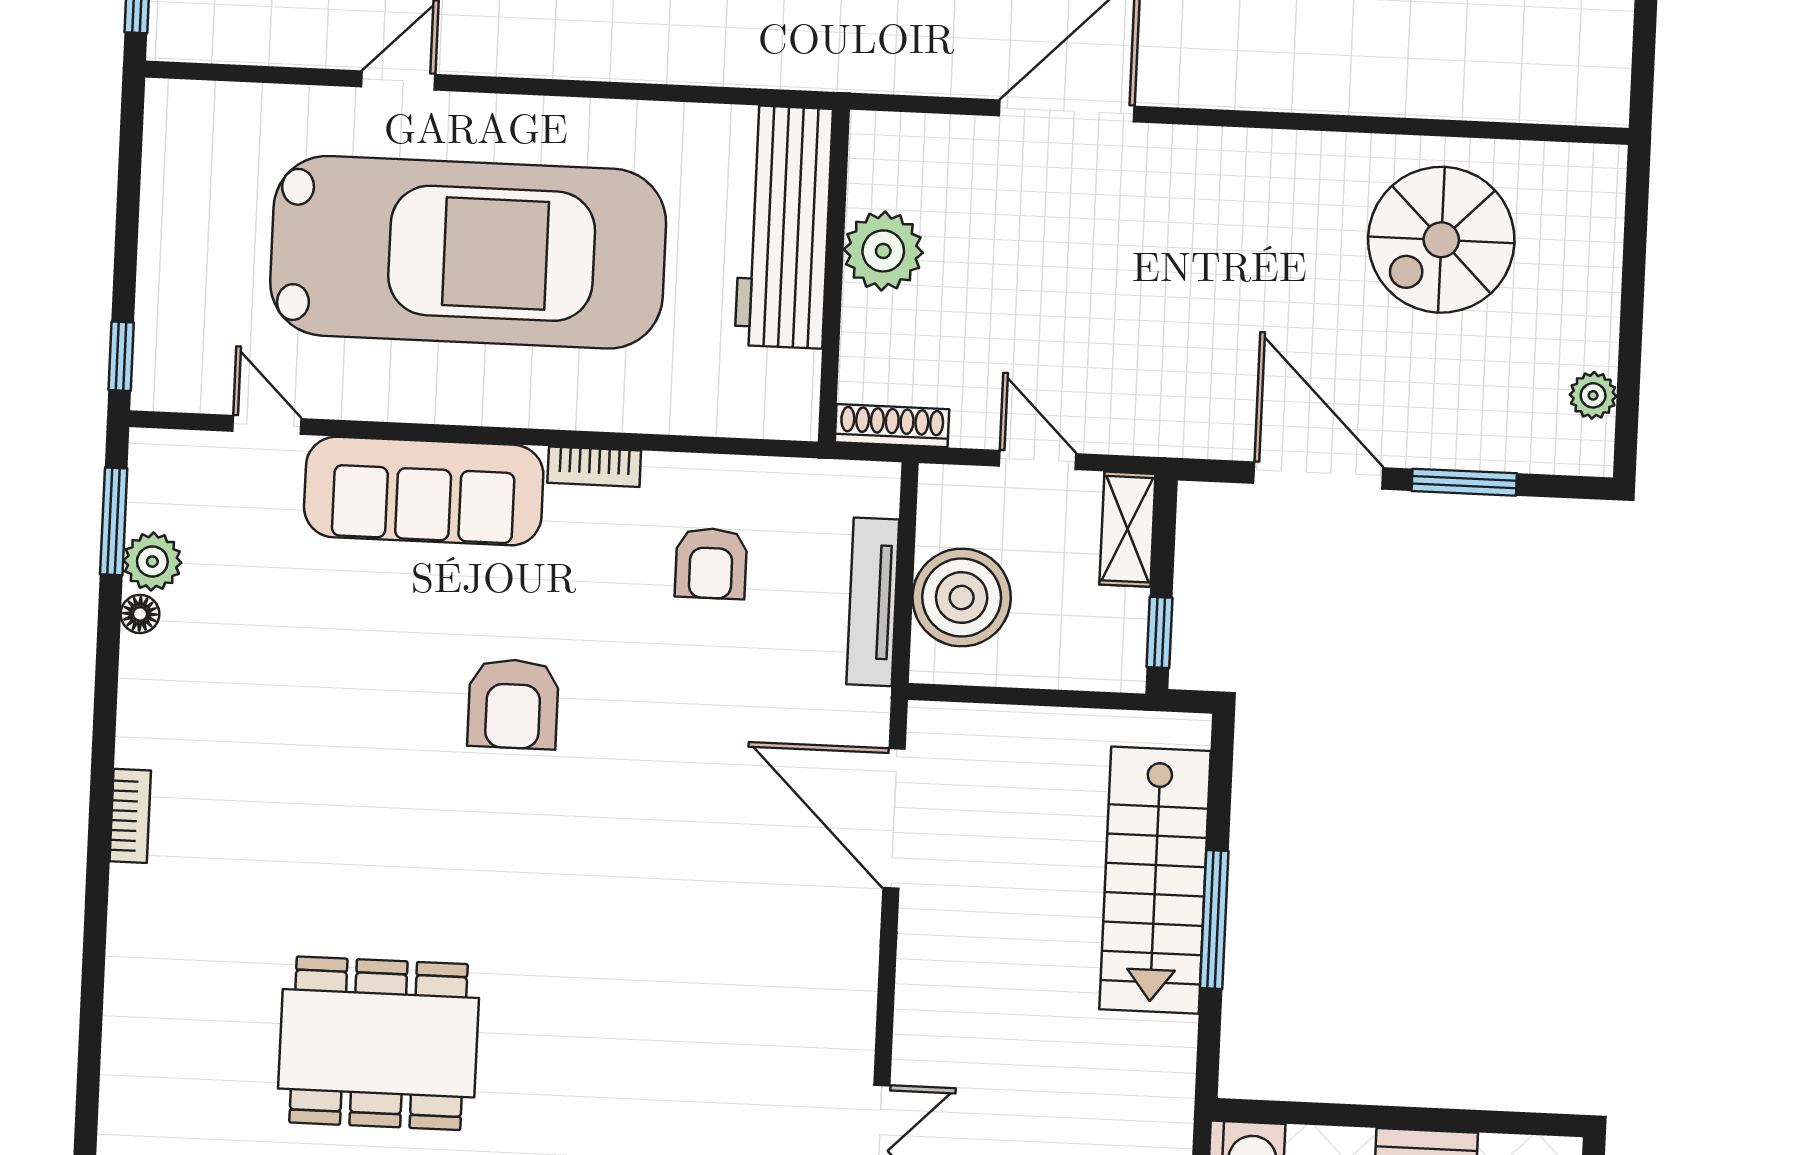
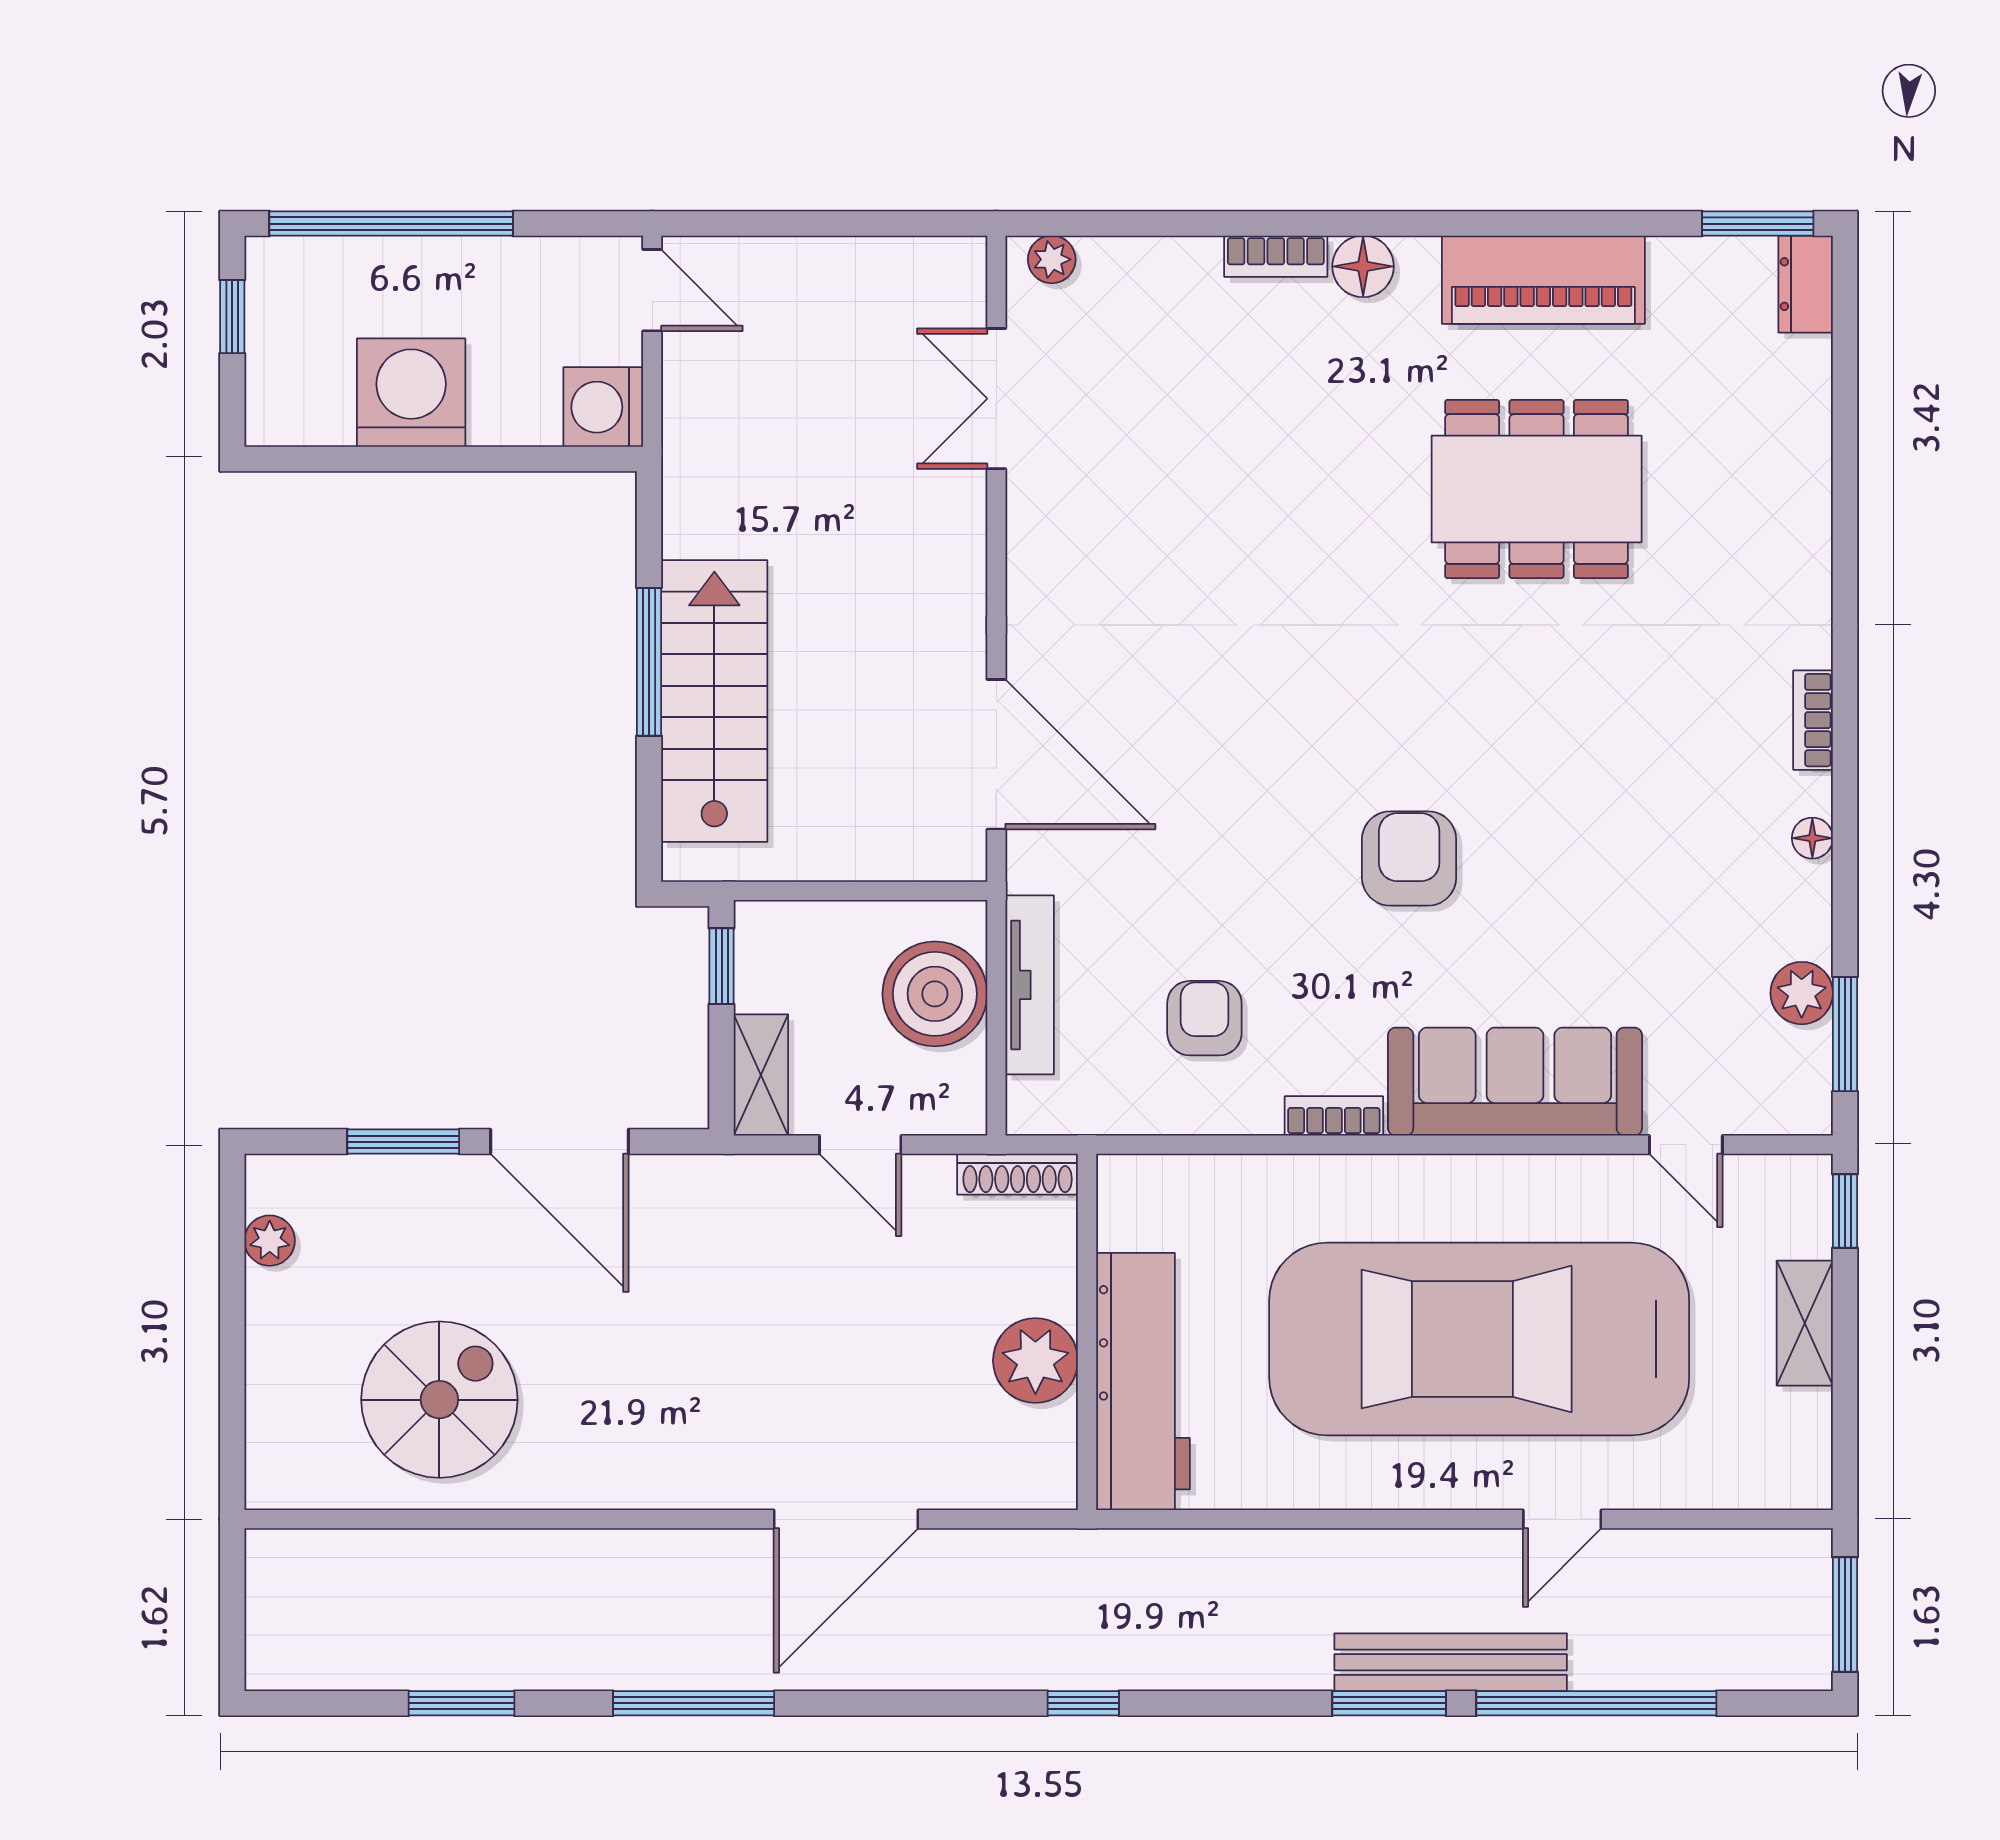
shelving: (163, 253) -> (1805, 1323), added
floor lamp: (140, 614) -> (1812, 838), moved

